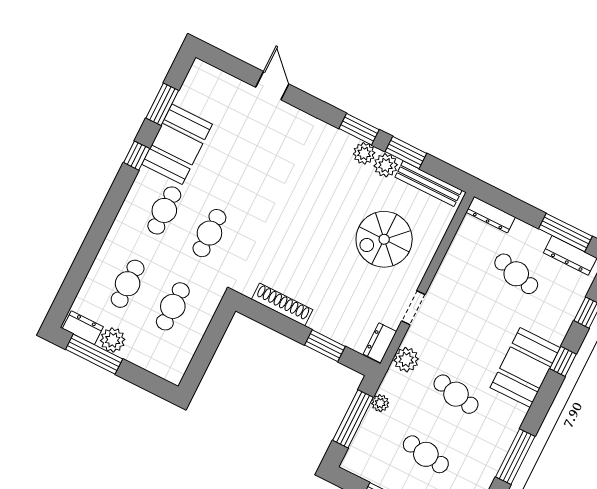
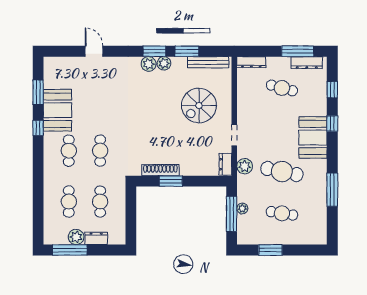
plant: (386, 165) -> (149, 64), moved
dresser: (83, 328) -> (96, 238), moved
window: (325, 346) -> (171, 181), moved
cafe table: (456, 394) -> (282, 172), width x1.37, depth x1.35
plant: (380, 403) -> (242, 208), moved

